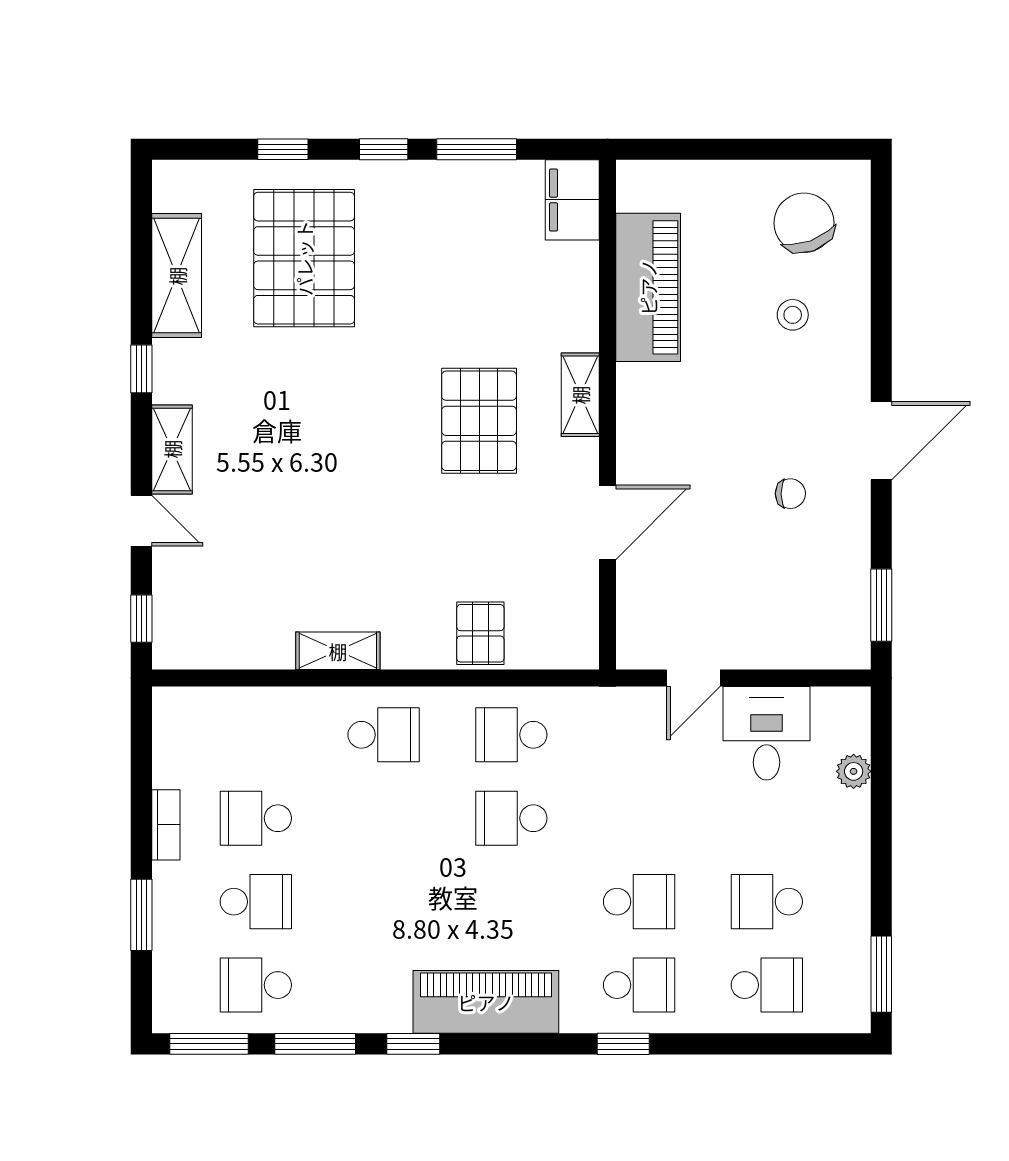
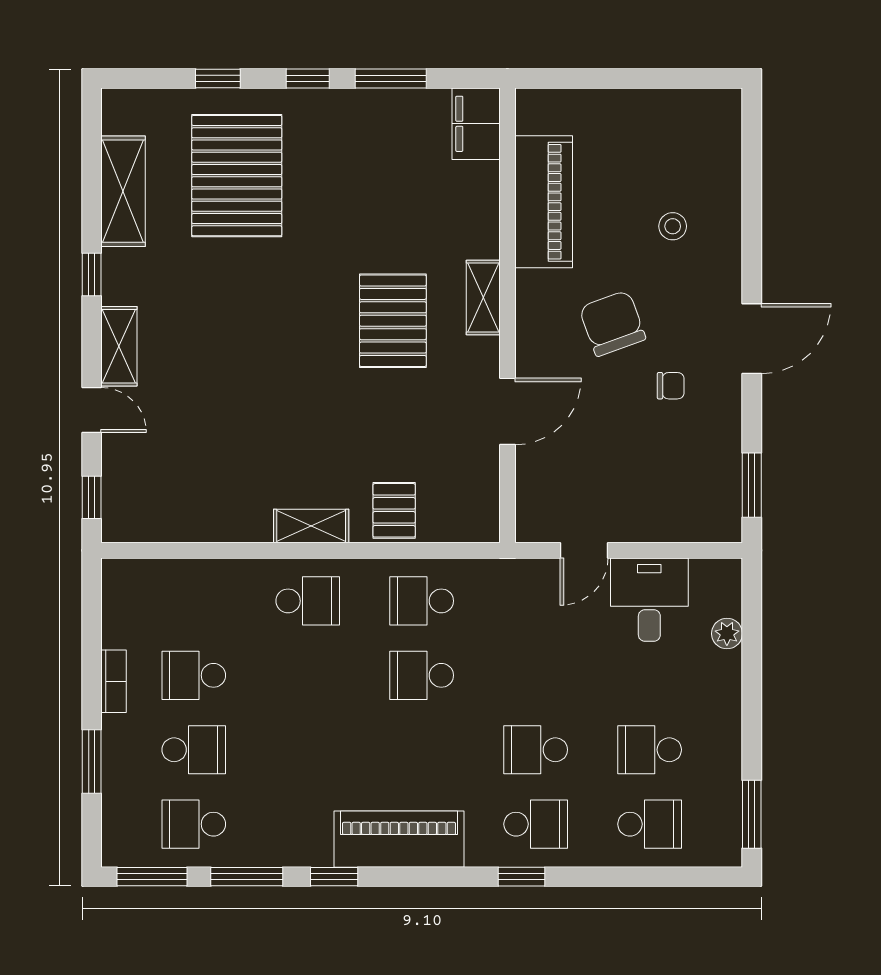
chair: (804, 223) -> (612, 323), moved
shelving: (338, 651) -> (311, 526), moved
school desk: (639, 902) -> (536, 750), turned 180

